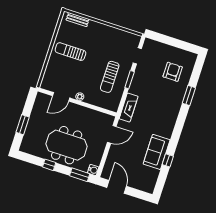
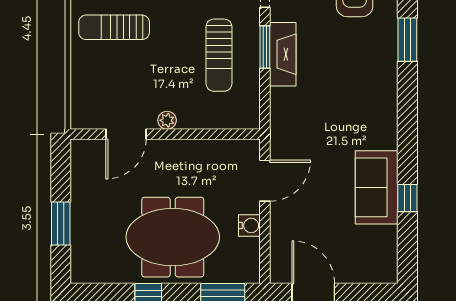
fireplace: (129, 108) -> (283, 54), moved
water cooler: (93, 170) -> (249, 225), moved

